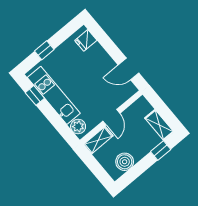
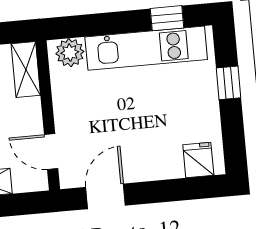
door: (111, 117) -> (51, 152), moved

